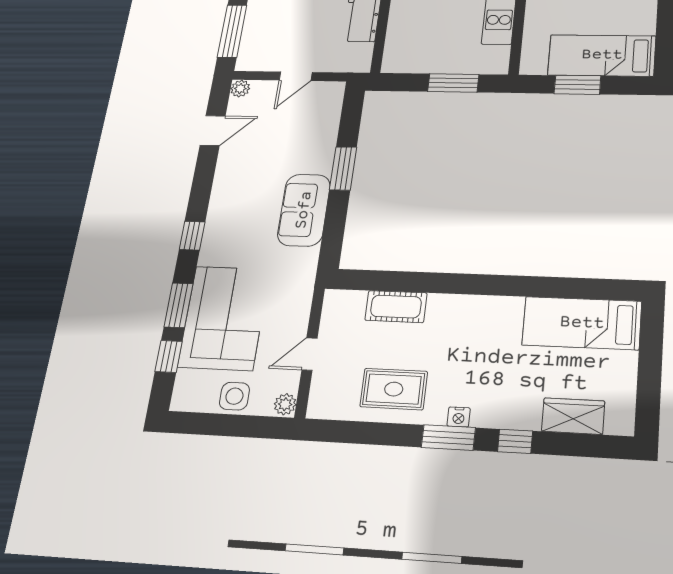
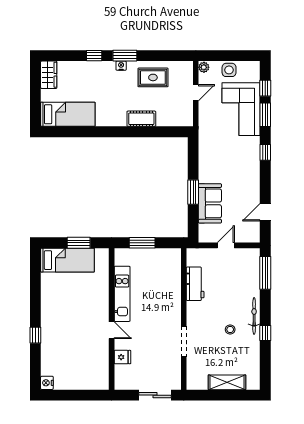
plant: (240, 89) -> (255, 238), removed
sofa: (304, 210) -> (210, 203), moved
cot: (396, 307) -> (141, 119), moved
wardrobe: (573, 416) -> (49, 75), moved, turned -90

